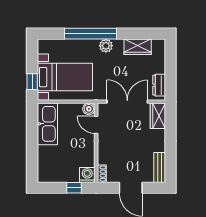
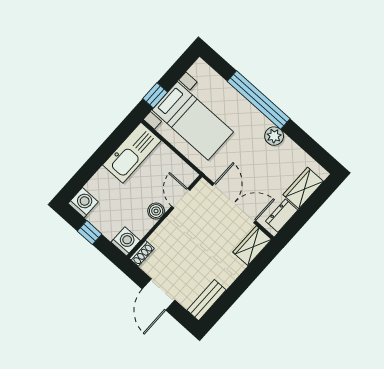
plant: (106, 46) -> (274, 136), moved
wardrobe: (138, 47) -> (303, 188), moved, turned 90
boiler: (89, 109) -> (156, 211), moved
washing machine: (45, 175) -> (83, 203), added
window: (74, 188) -> (90, 233), moved

